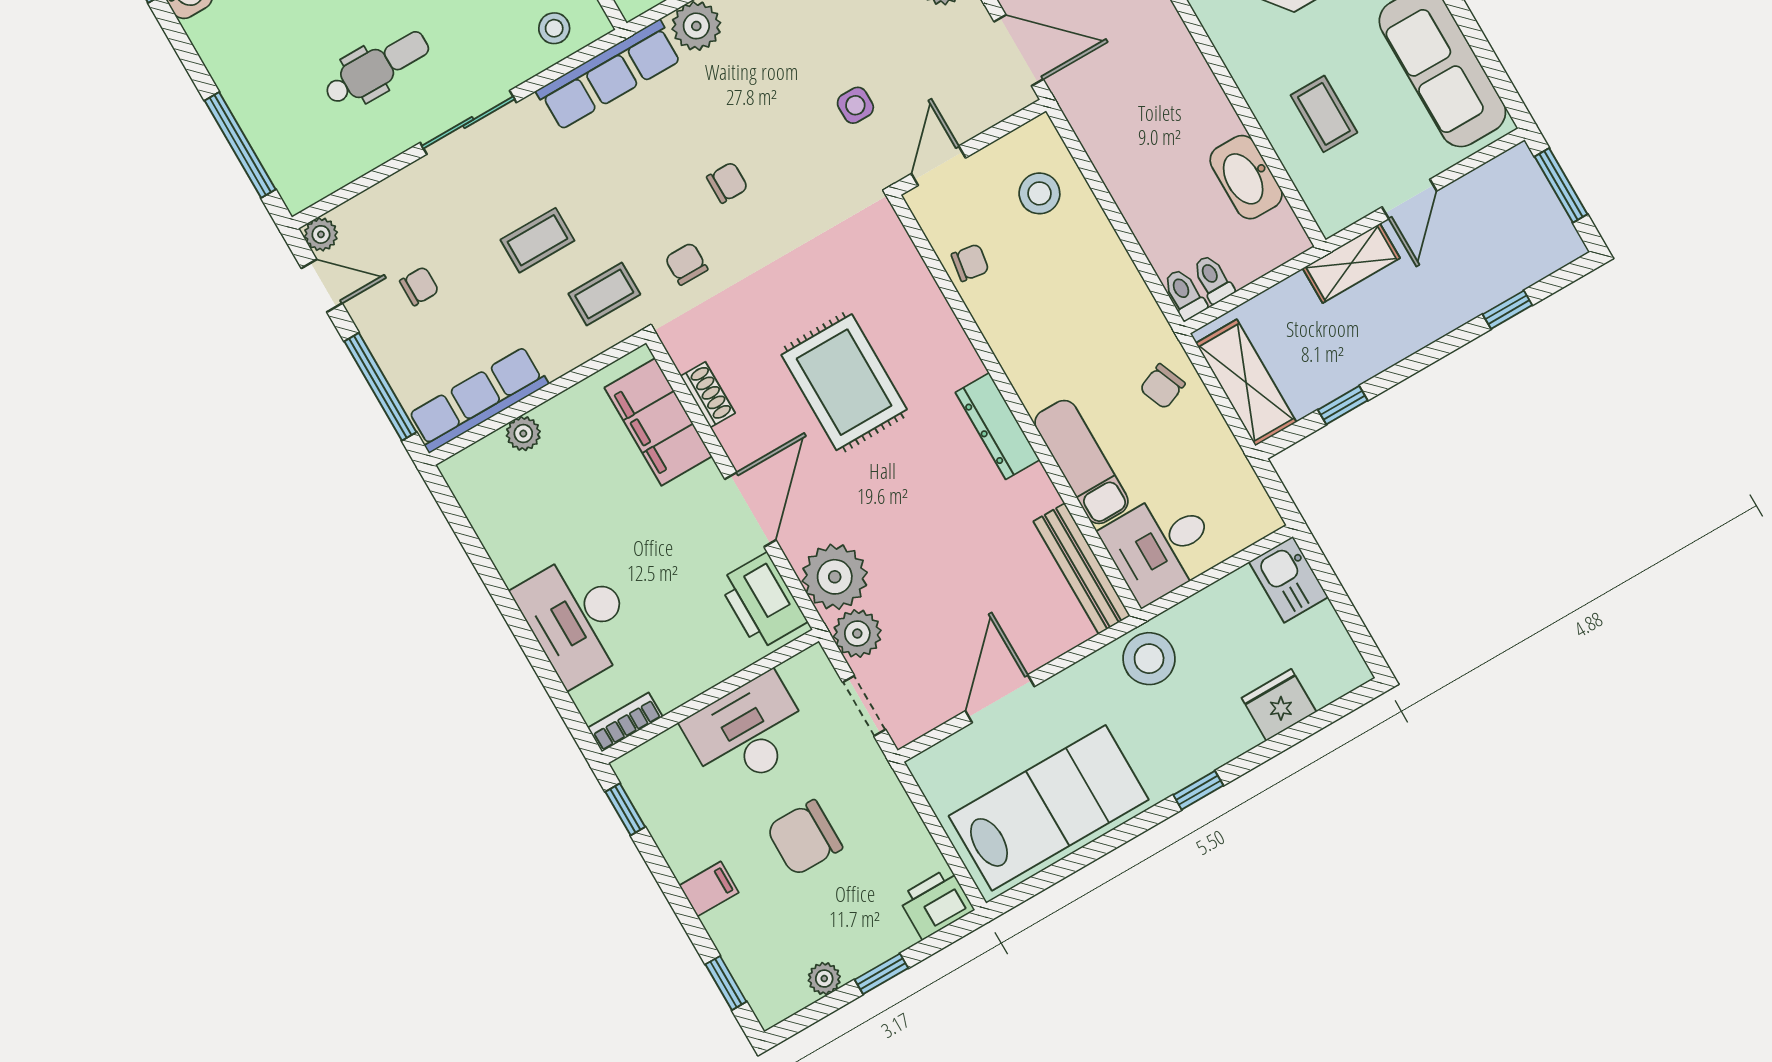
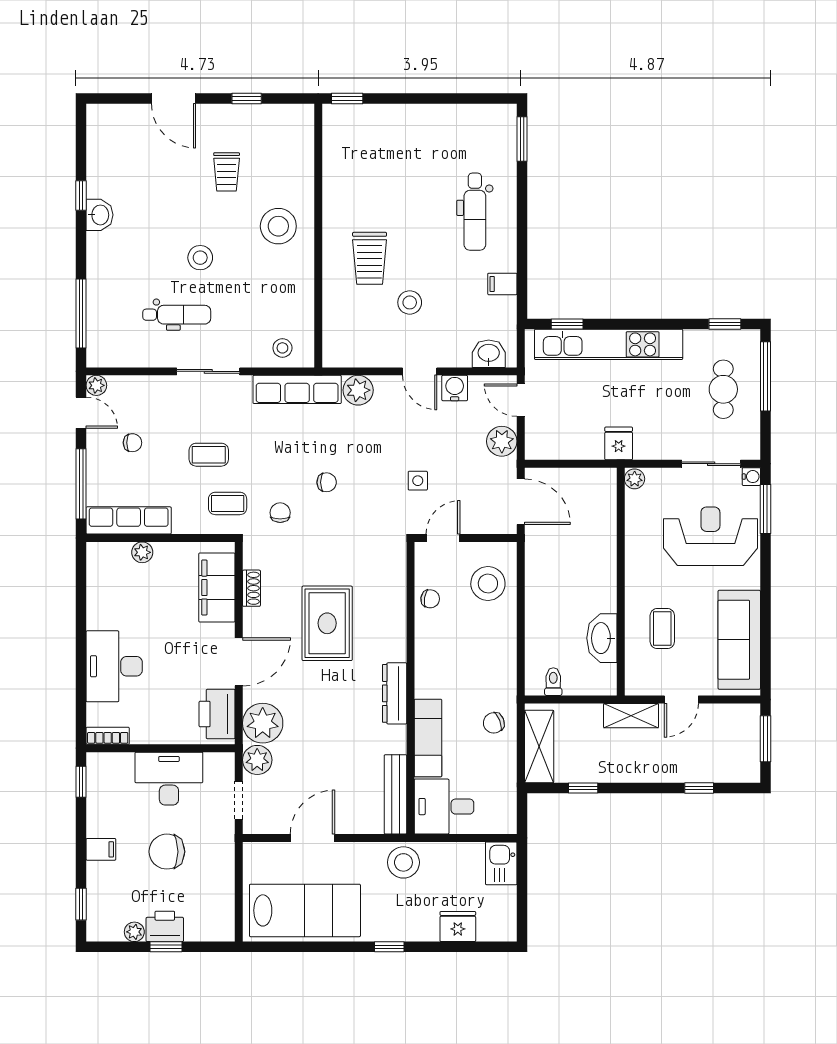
stool: (1039, 193) -> (488, 583), width x1.38, depth x1.38
toilet: (1184, 294) -> (534, 681), removed
printer: (936, 903) -> (165, 926), moved

